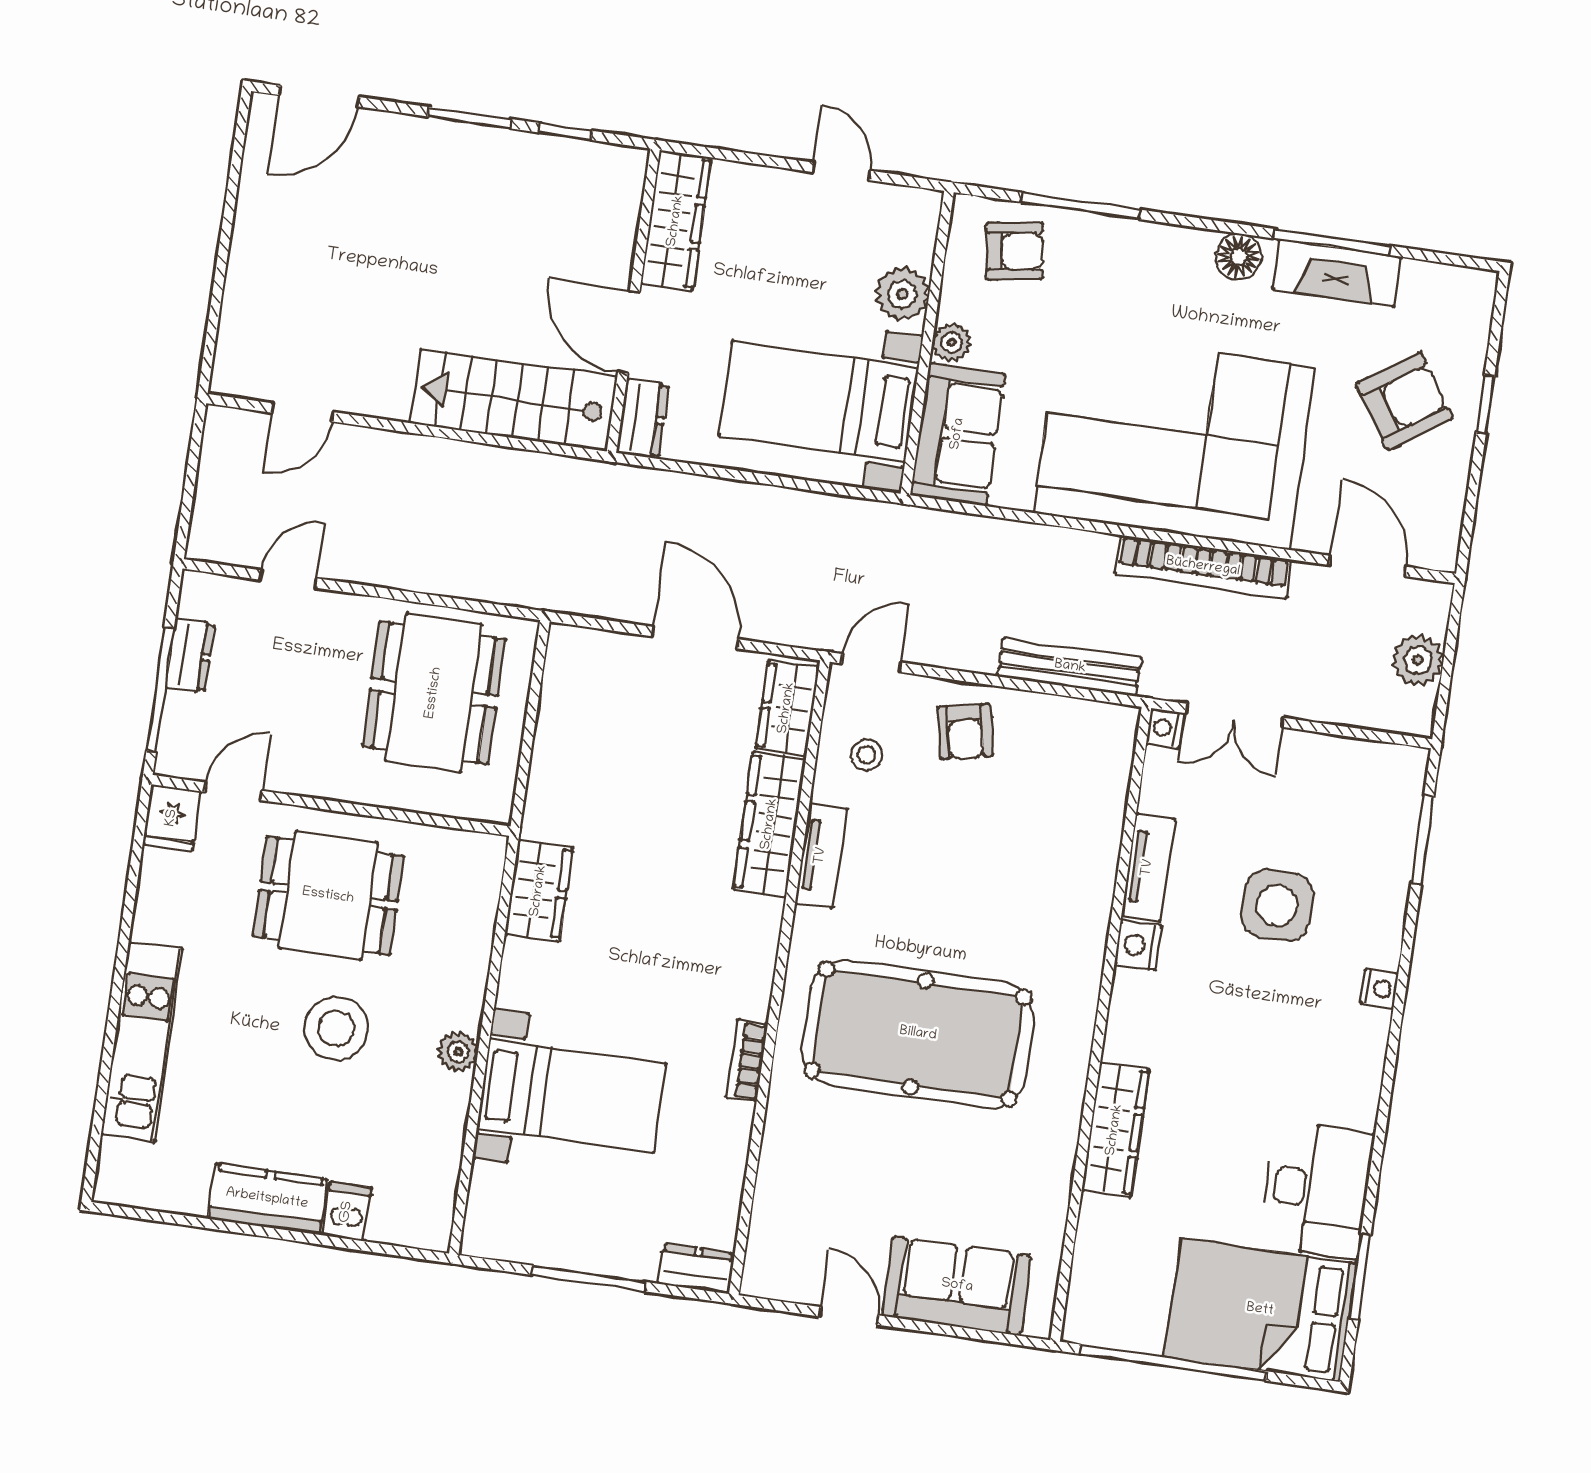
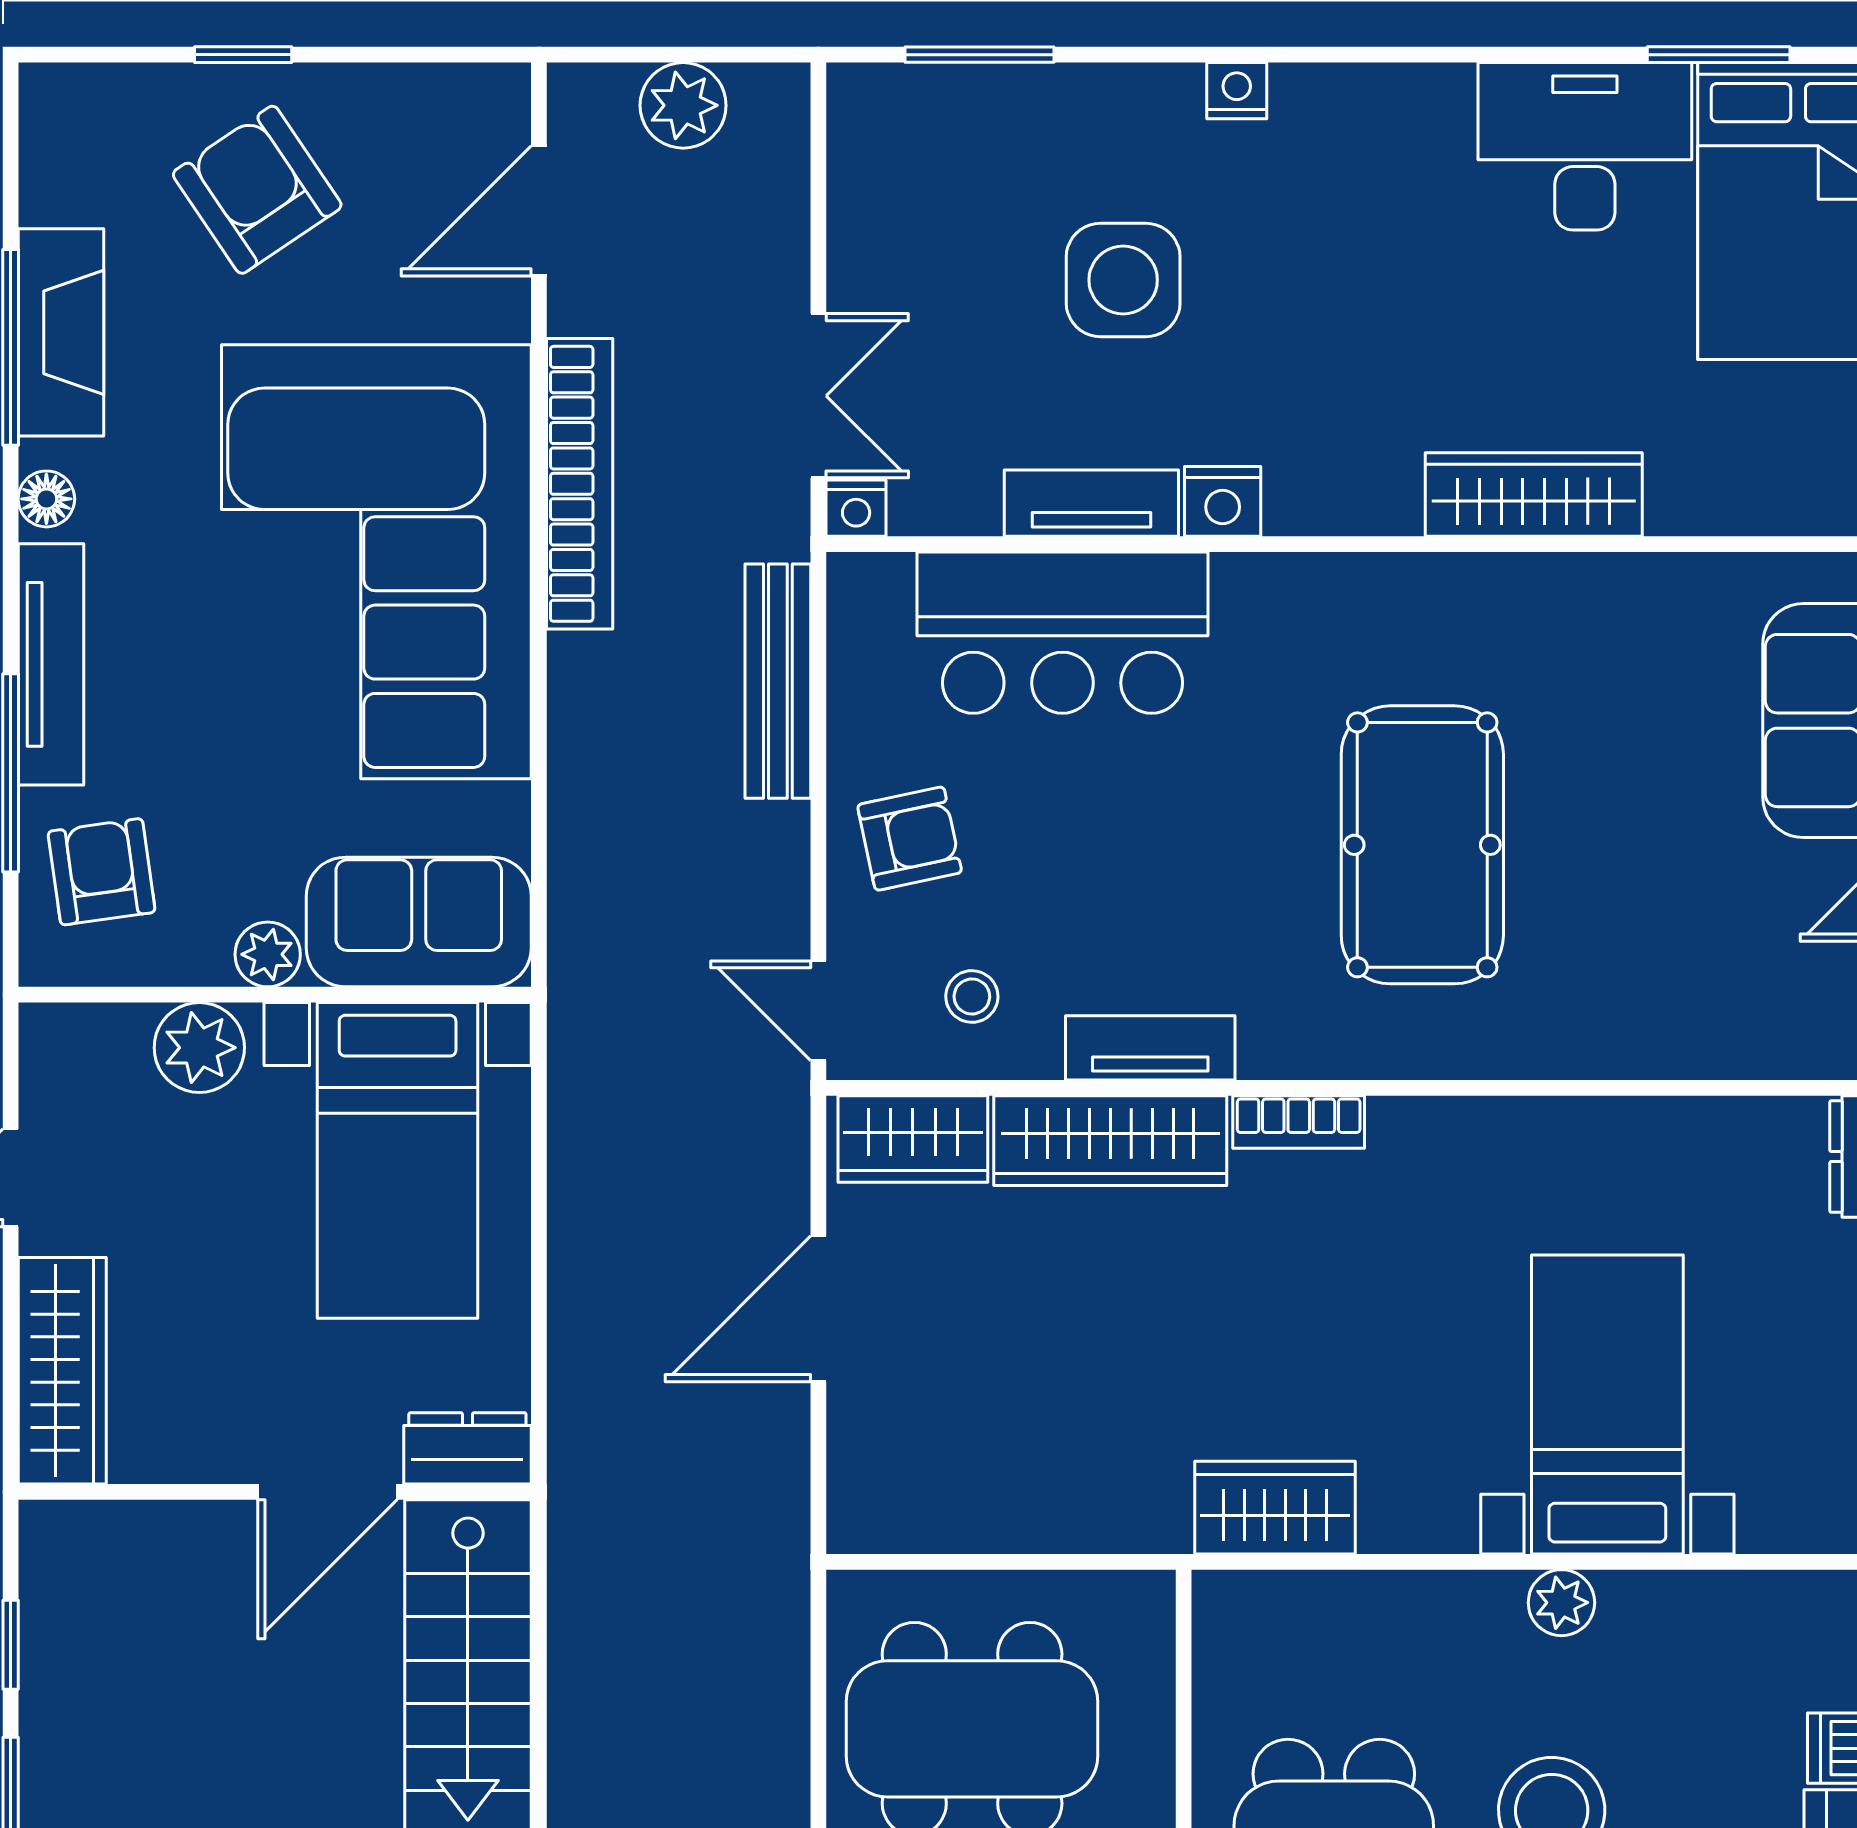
wardrobe: (676, 221) -> (62, 1371), moved, turned 90
tv unit: (1141, 239) -> (51, 664), added
floor lamp: (1239, 257) -> (46, 499), width x0.73, depth x0.73
bar counter: (1074, 839) -> (1062, 633), added
pool table: (918, 1034) -> (1422, 845), width x0.73, depth x0.76
bookcase: (747, 1061) -> (1299, 1122), moved

